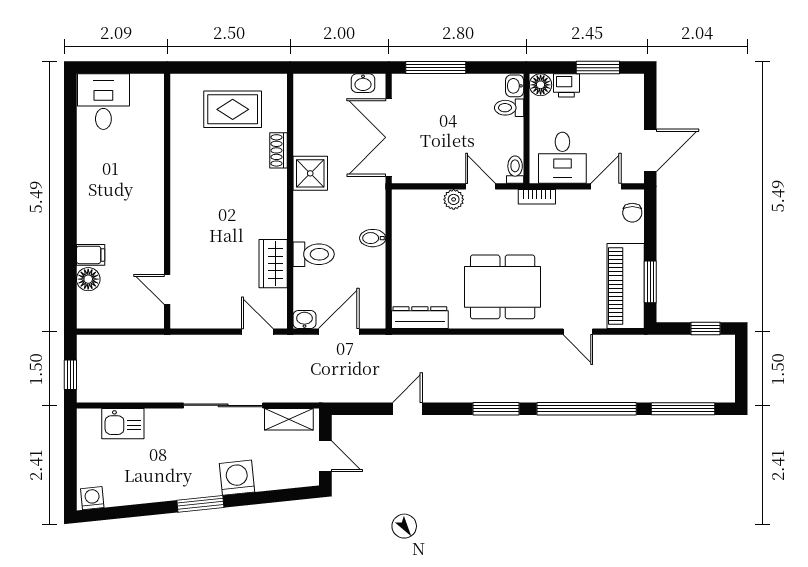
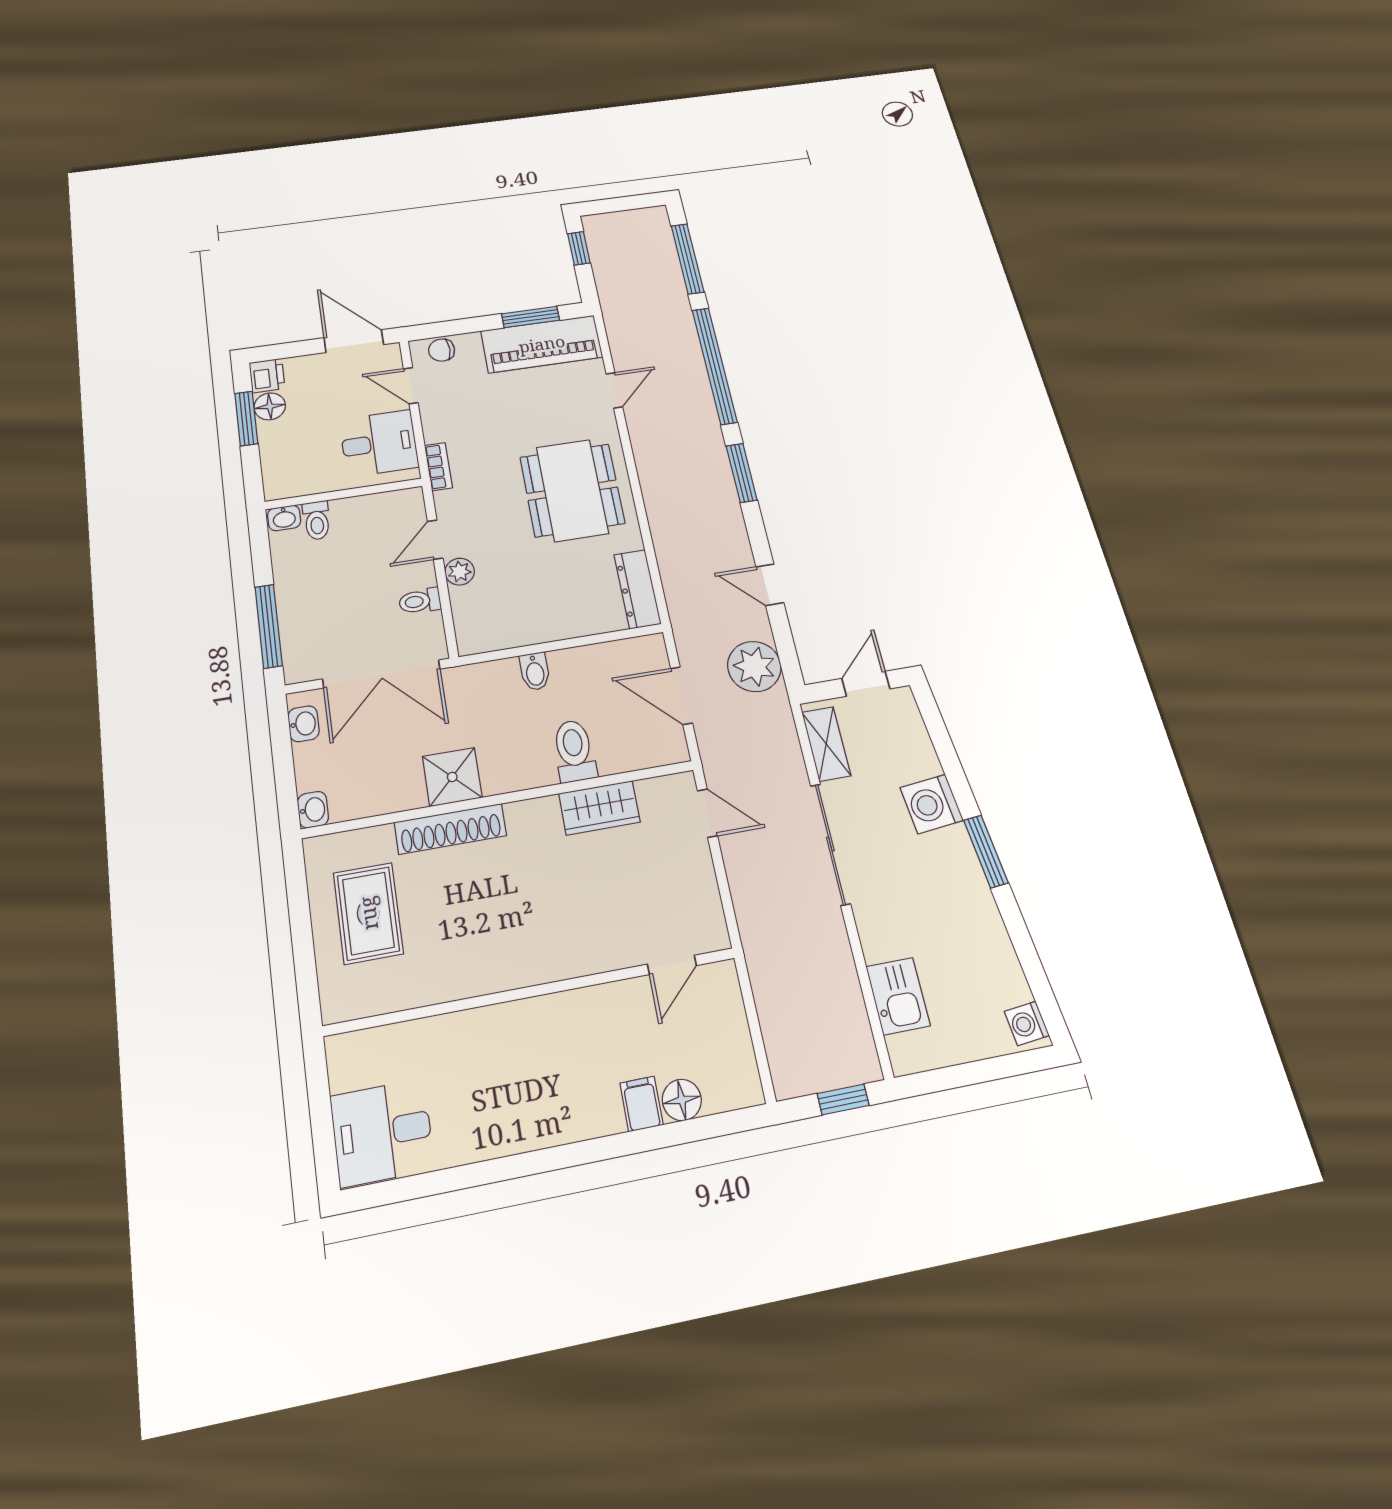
floor lamp: (541, 85) -> (270, 406), moved
printer: (566, 85) -> (267, 376), moved
shoe rack: (279, 150) -> (450, 829), width x1.94, depth x1.24
toilet: (515, 170) -> (420, 601), moved
chair: (632, 213) -> (442, 350), turned 180
washbasin: (304, 319) -> (313, 810), moved, turned 180
door: (257, 332) -> (707, 813), swing flipped
plant: (351, 384) -> (754, 666), added

